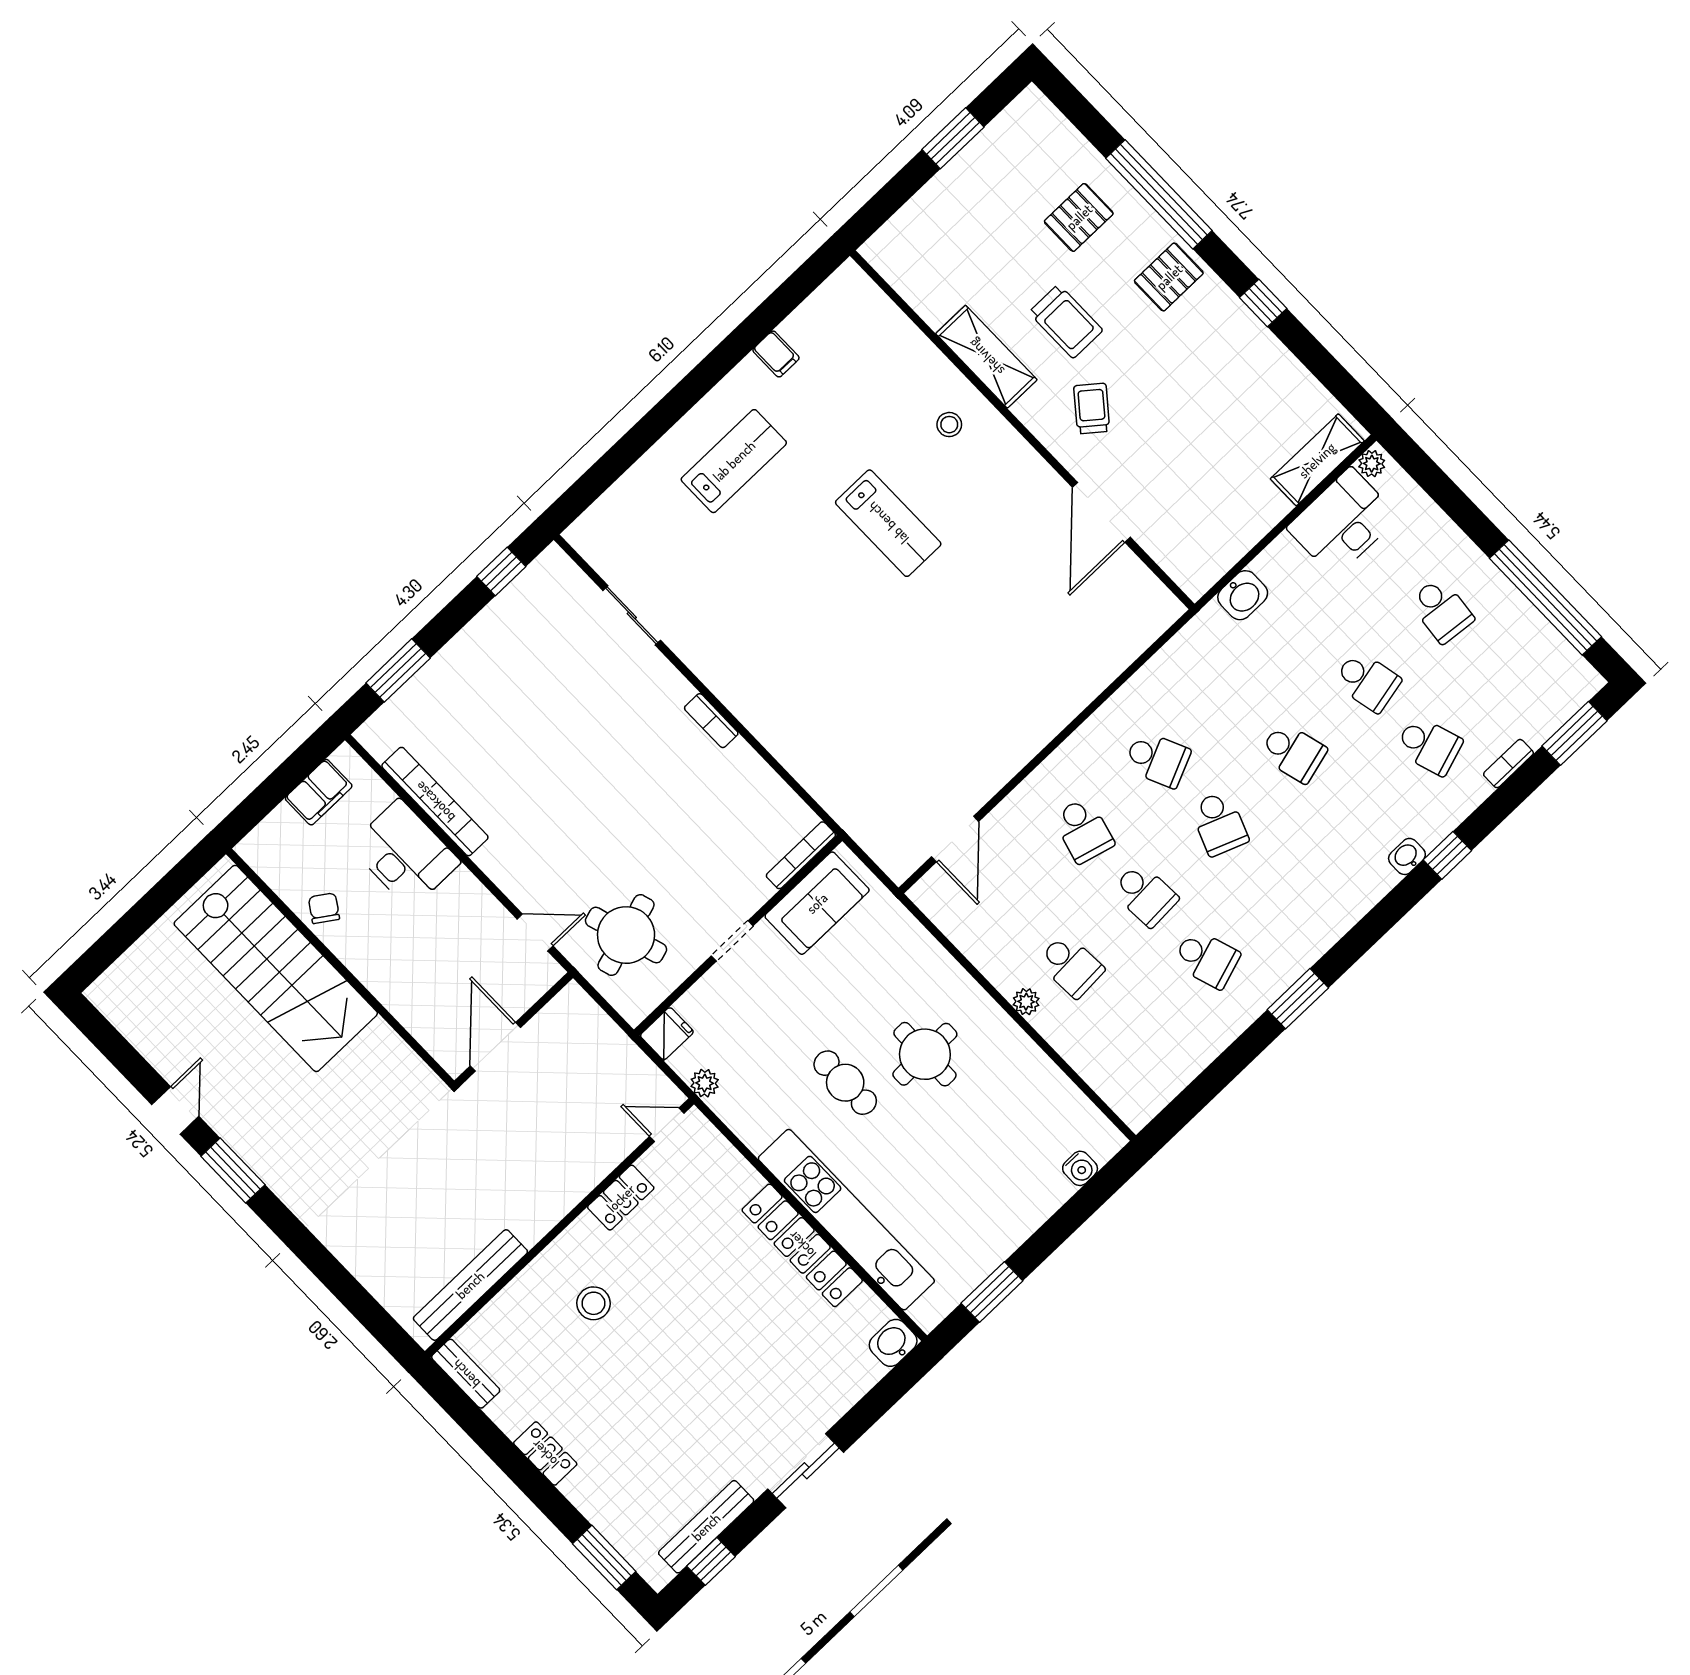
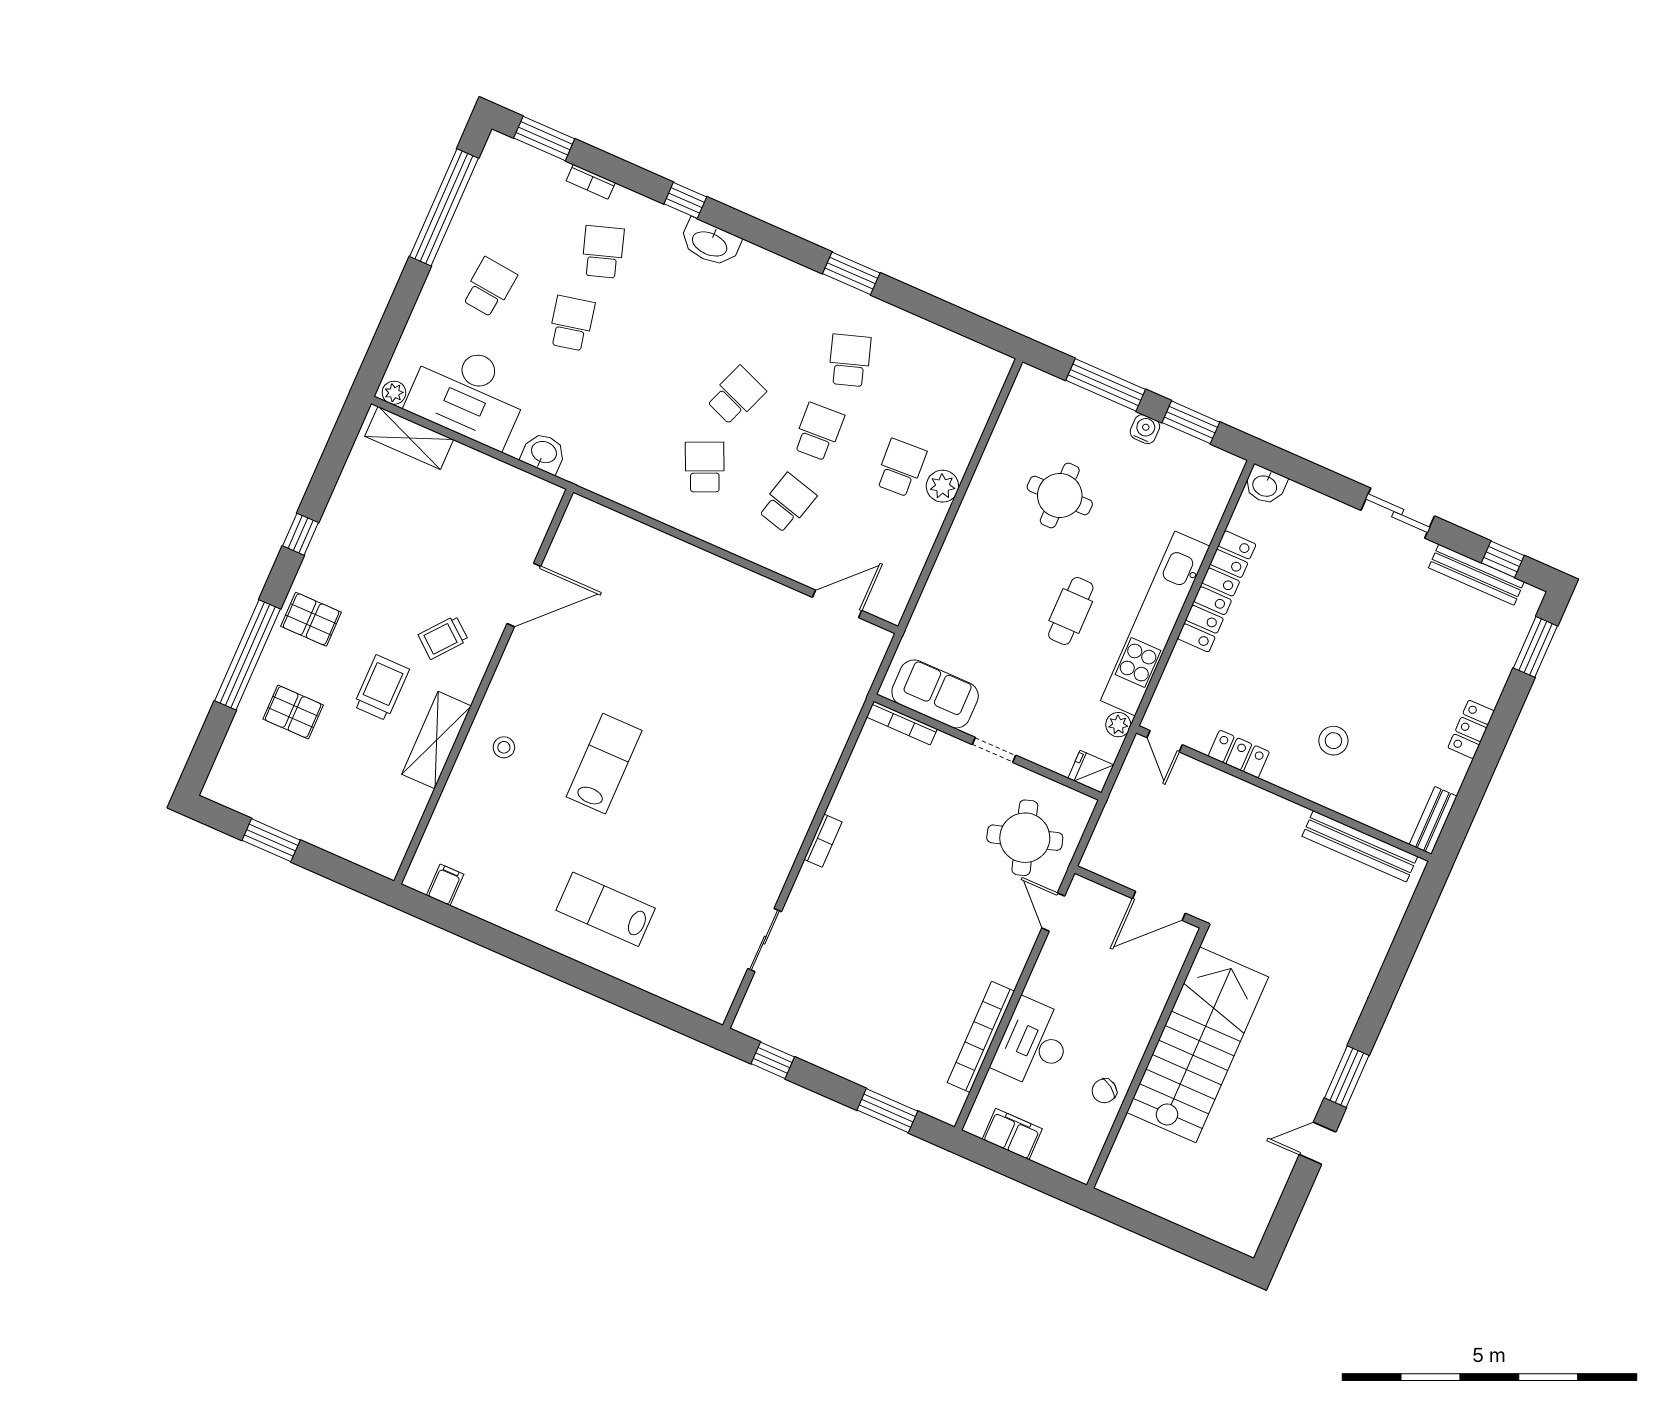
filing cabinet: (776, 354) -> (445, 885), moved
desk: (1343, 522) -> (468, 394), width x1.36, depth x1.30
school desk: (1293, 752) -> (654, 359), removed
washbasin: (1407, 856) -> (710, 243), width x1.91, depth x1.45
stairs: (276, 968) -> (1198, 1045), moved
plant: (1026, 1002) -> (942, 486), width x1.38, depth x1.38
round table: (925, 1054) -> (1060, 495), moved
water cooler: (1080, 1168) -> (1145, 429), moved
window: (1069, 1218) -> (1106, 385), added
kitchen unit: (846, 1220) -> (1155, 623), moved

